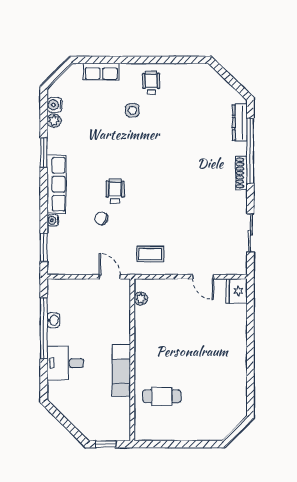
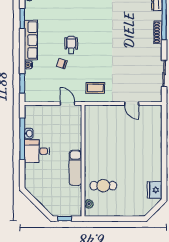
fridge: (237, 291) -> (155, 190), moved
plant: (141, 299) -> (89, 204), moved
desk: (65, 363) -> (37, 151), moved

